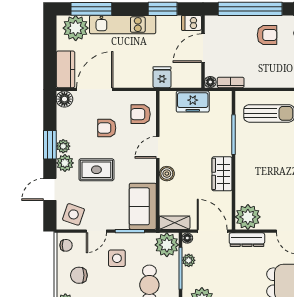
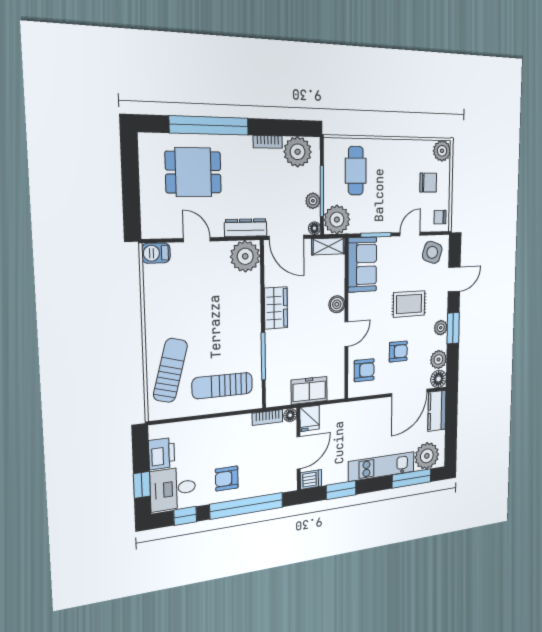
fridge: (162, 77) -> (310, 418), moved
plant: (65, 163) -> (438, 360), moved
side table: (117, 258) -> (390, 203), removed

